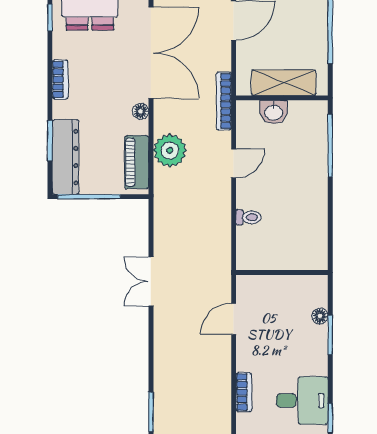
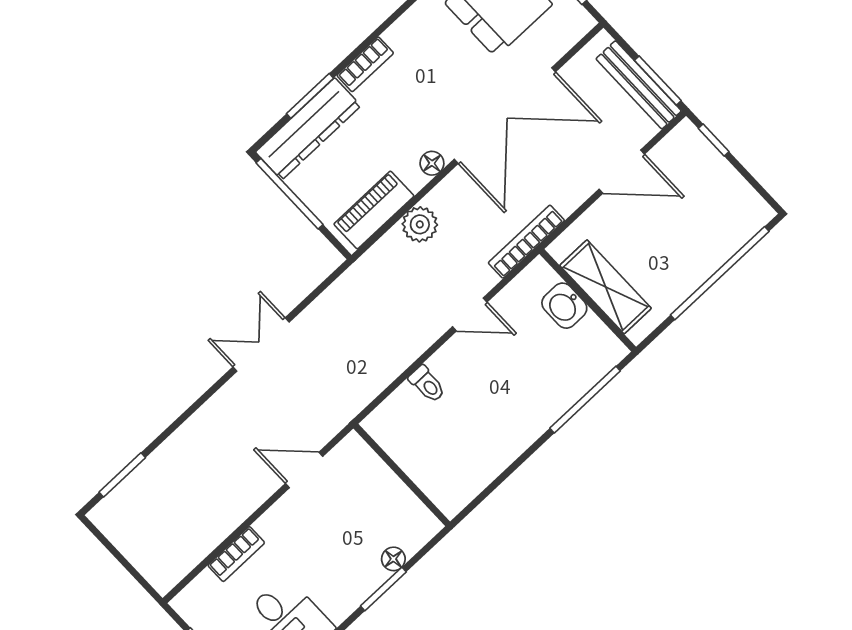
bookcase: (60, 79) -> (365, 64), moved
plant: (170, 150) -> (420, 224), width x0.73, depth x0.73

